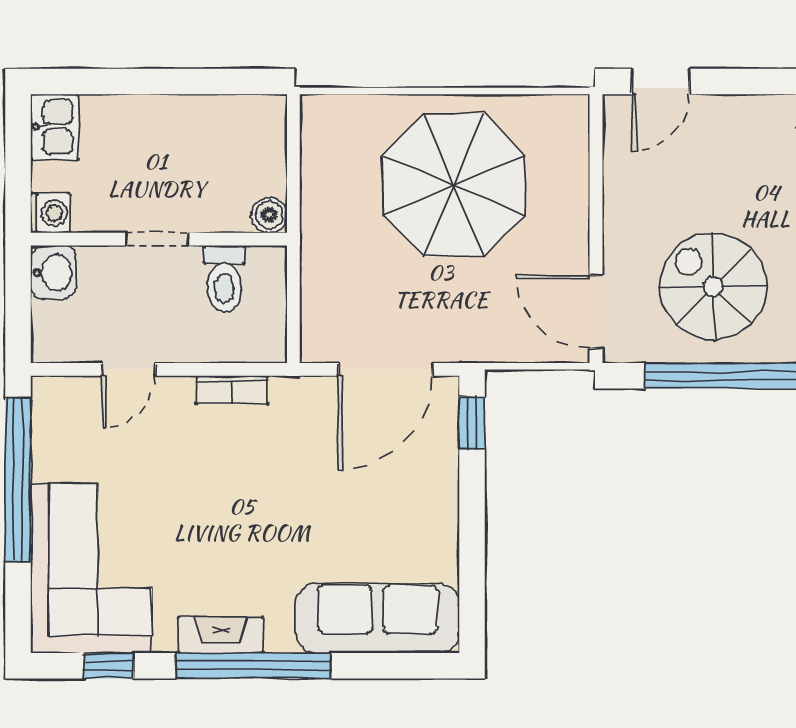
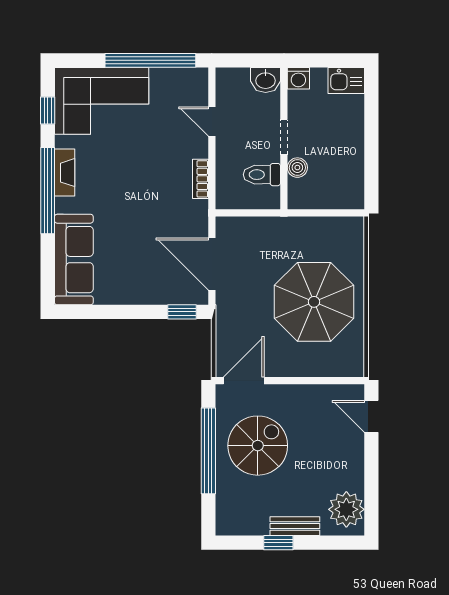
boiler: (269, 215) -> (297, 168), moved

